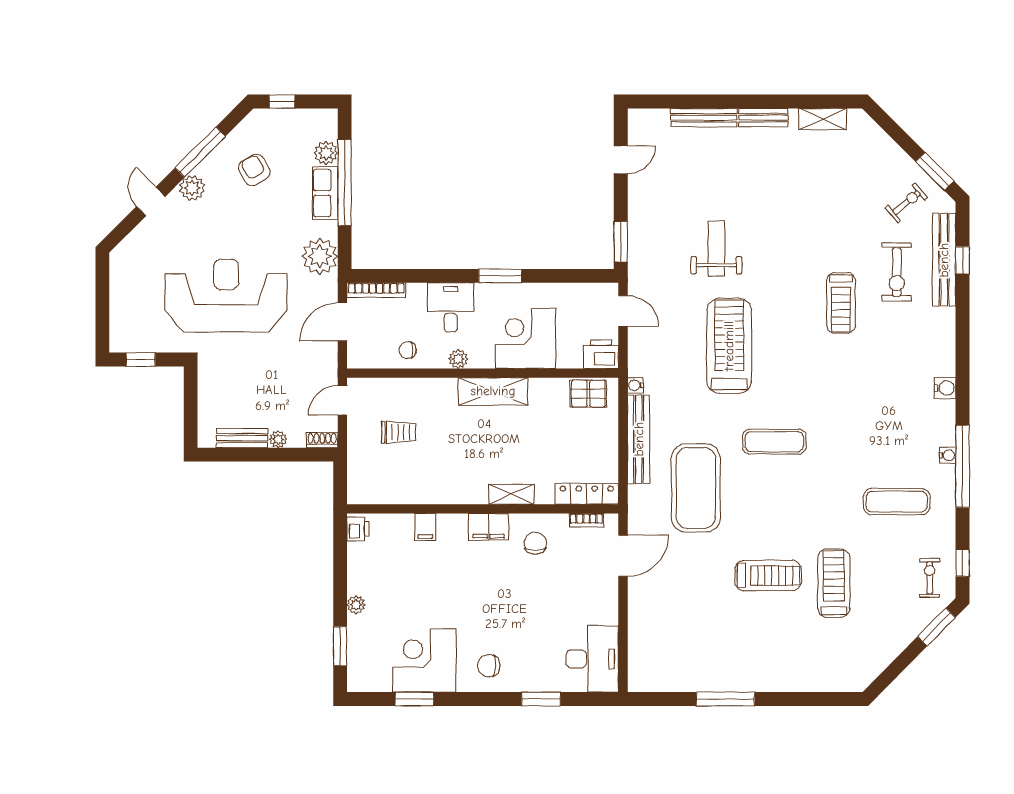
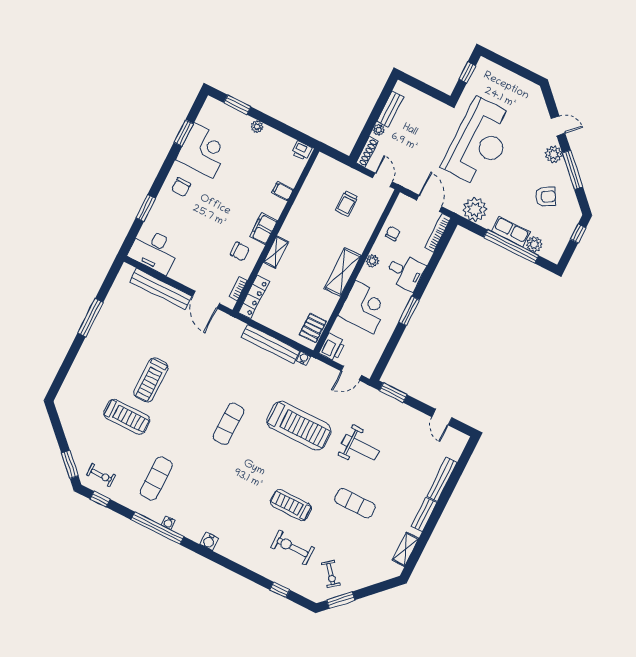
bench: (944, 260) -> (161, 289), moved
shoe rack: (322, 440) -> (367, 152), width x1.43
exercise mat: (696, 488) -> (355, 503), moved, width x0.50, depth x0.69
chair: (489, 666) -> (181, 187), turned 180

